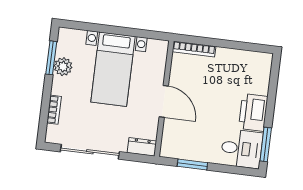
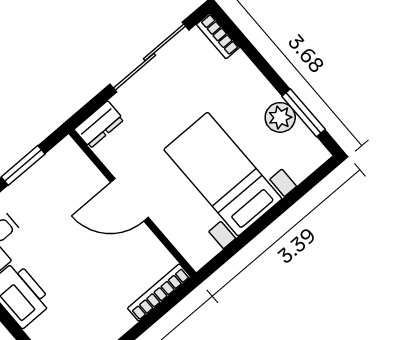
bookcase: (54, 110) -> (218, 36), moved

